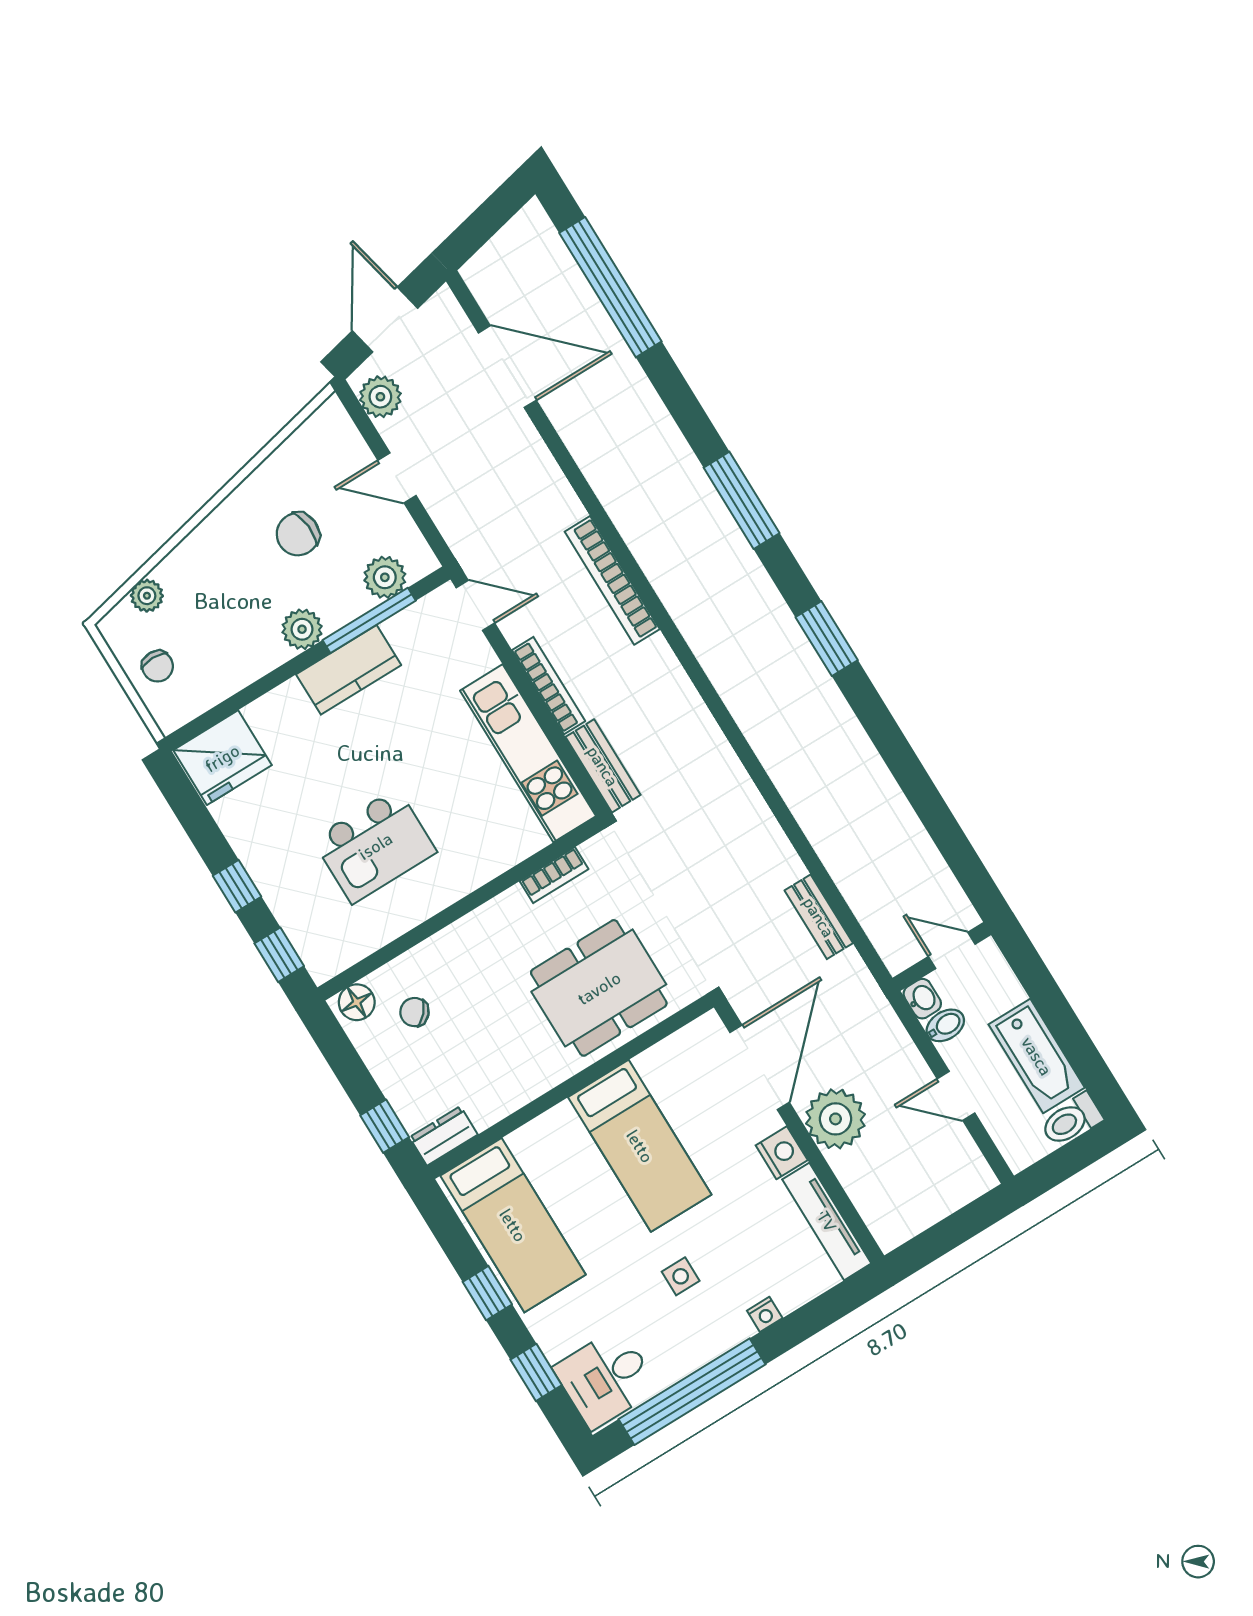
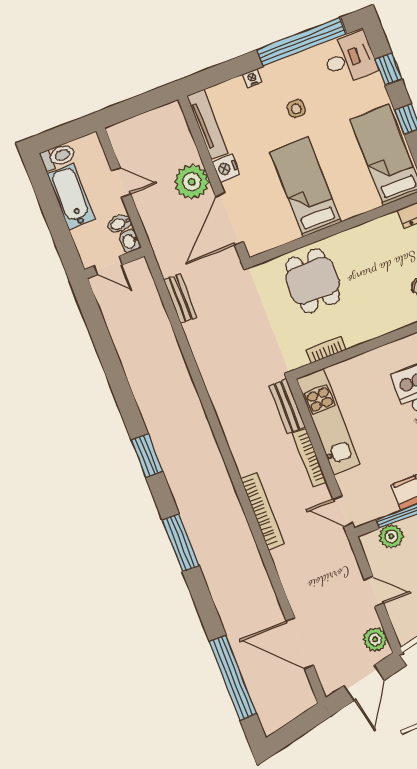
dining table: (599, 988) -> (313, 281), width x0.73

